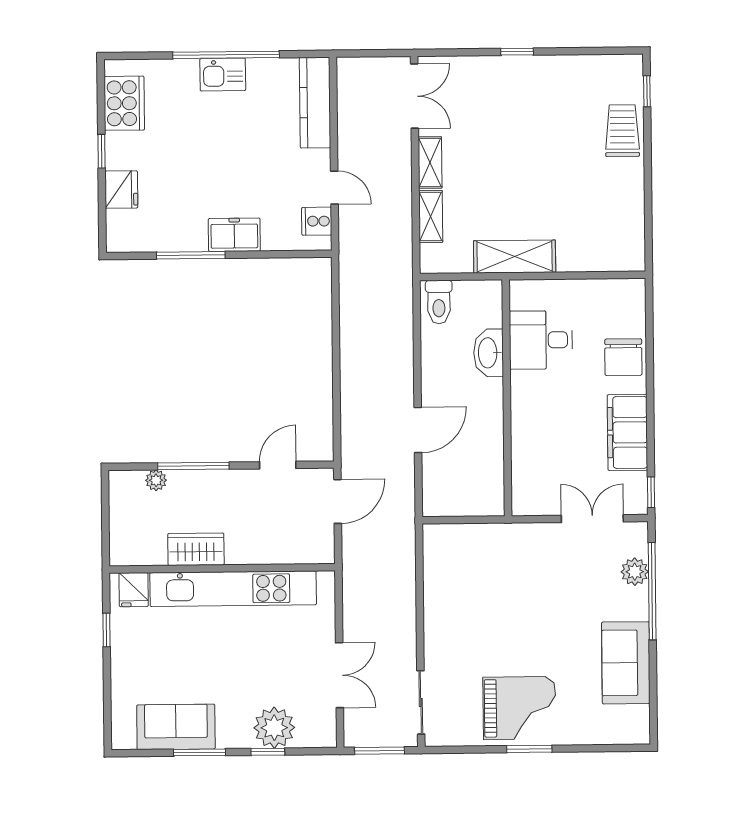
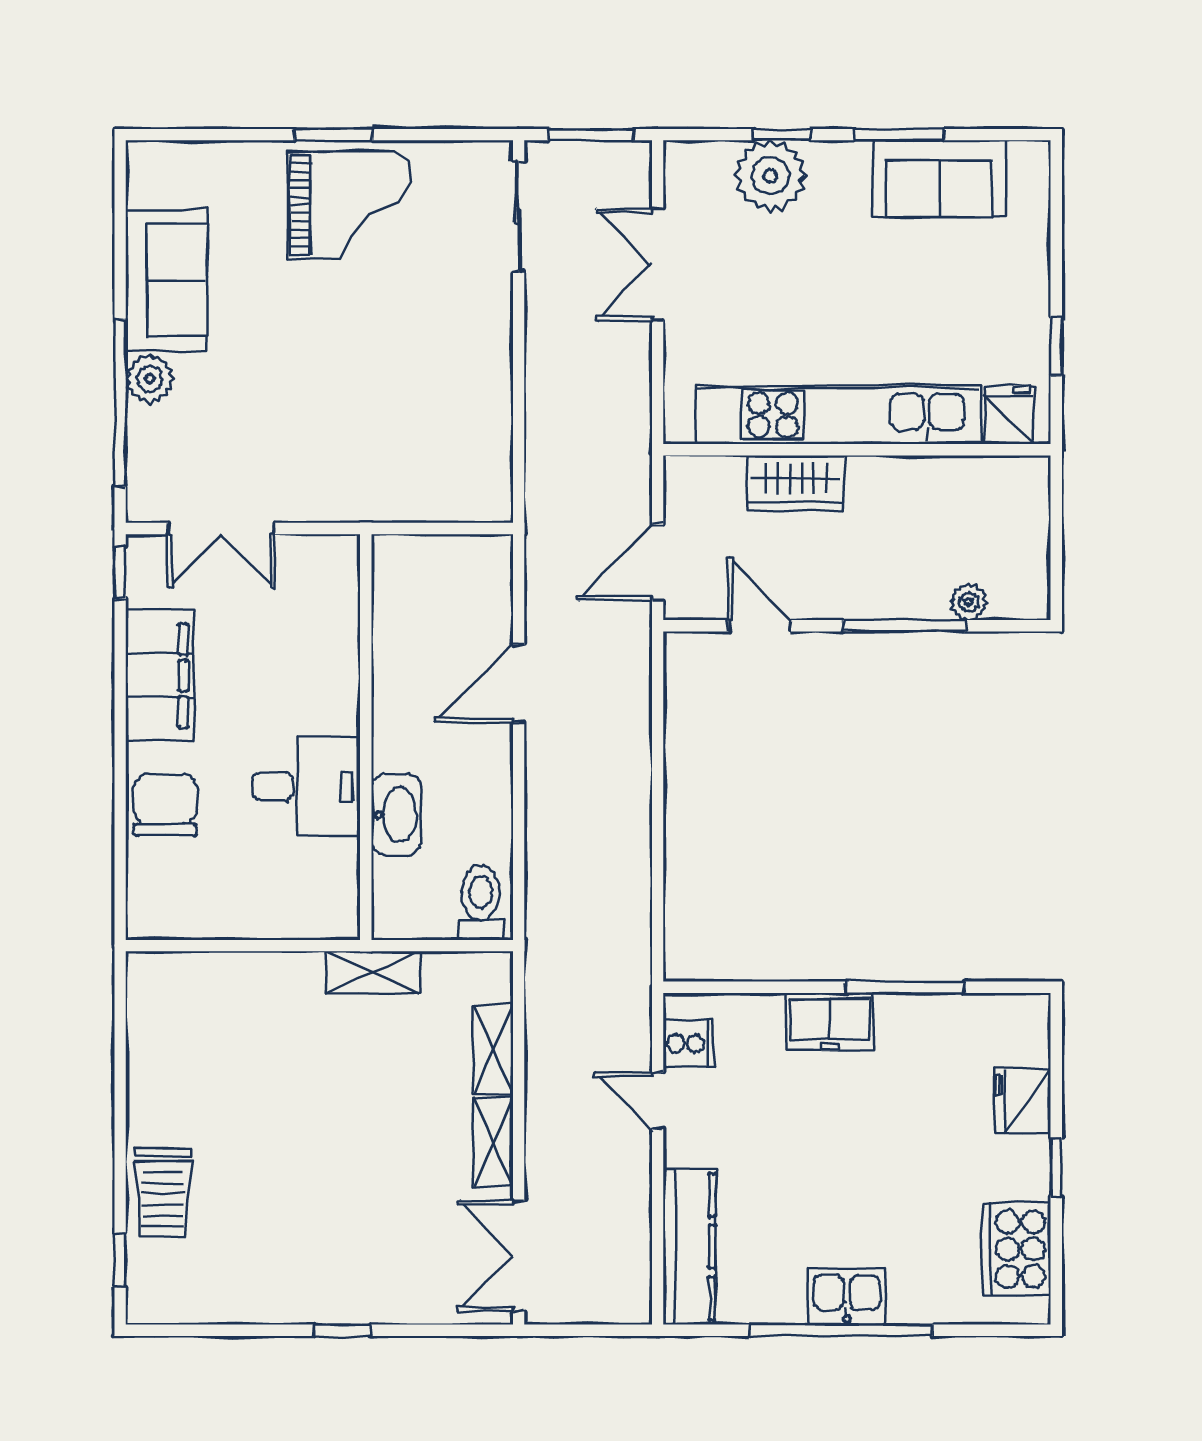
shelving: (515, 257) -> (373, 972), width x0.67, depth x0.75
desk: (541, 340) -> (306, 786), moved
door: (278, 465) -> (760, 626), swing flipped
wardrobe: (196, 549) -> (796, 483), moved
plant: (635, 572) -> (150, 379), moved
grand piano: (519, 708) -> (350, 205), turned 180

